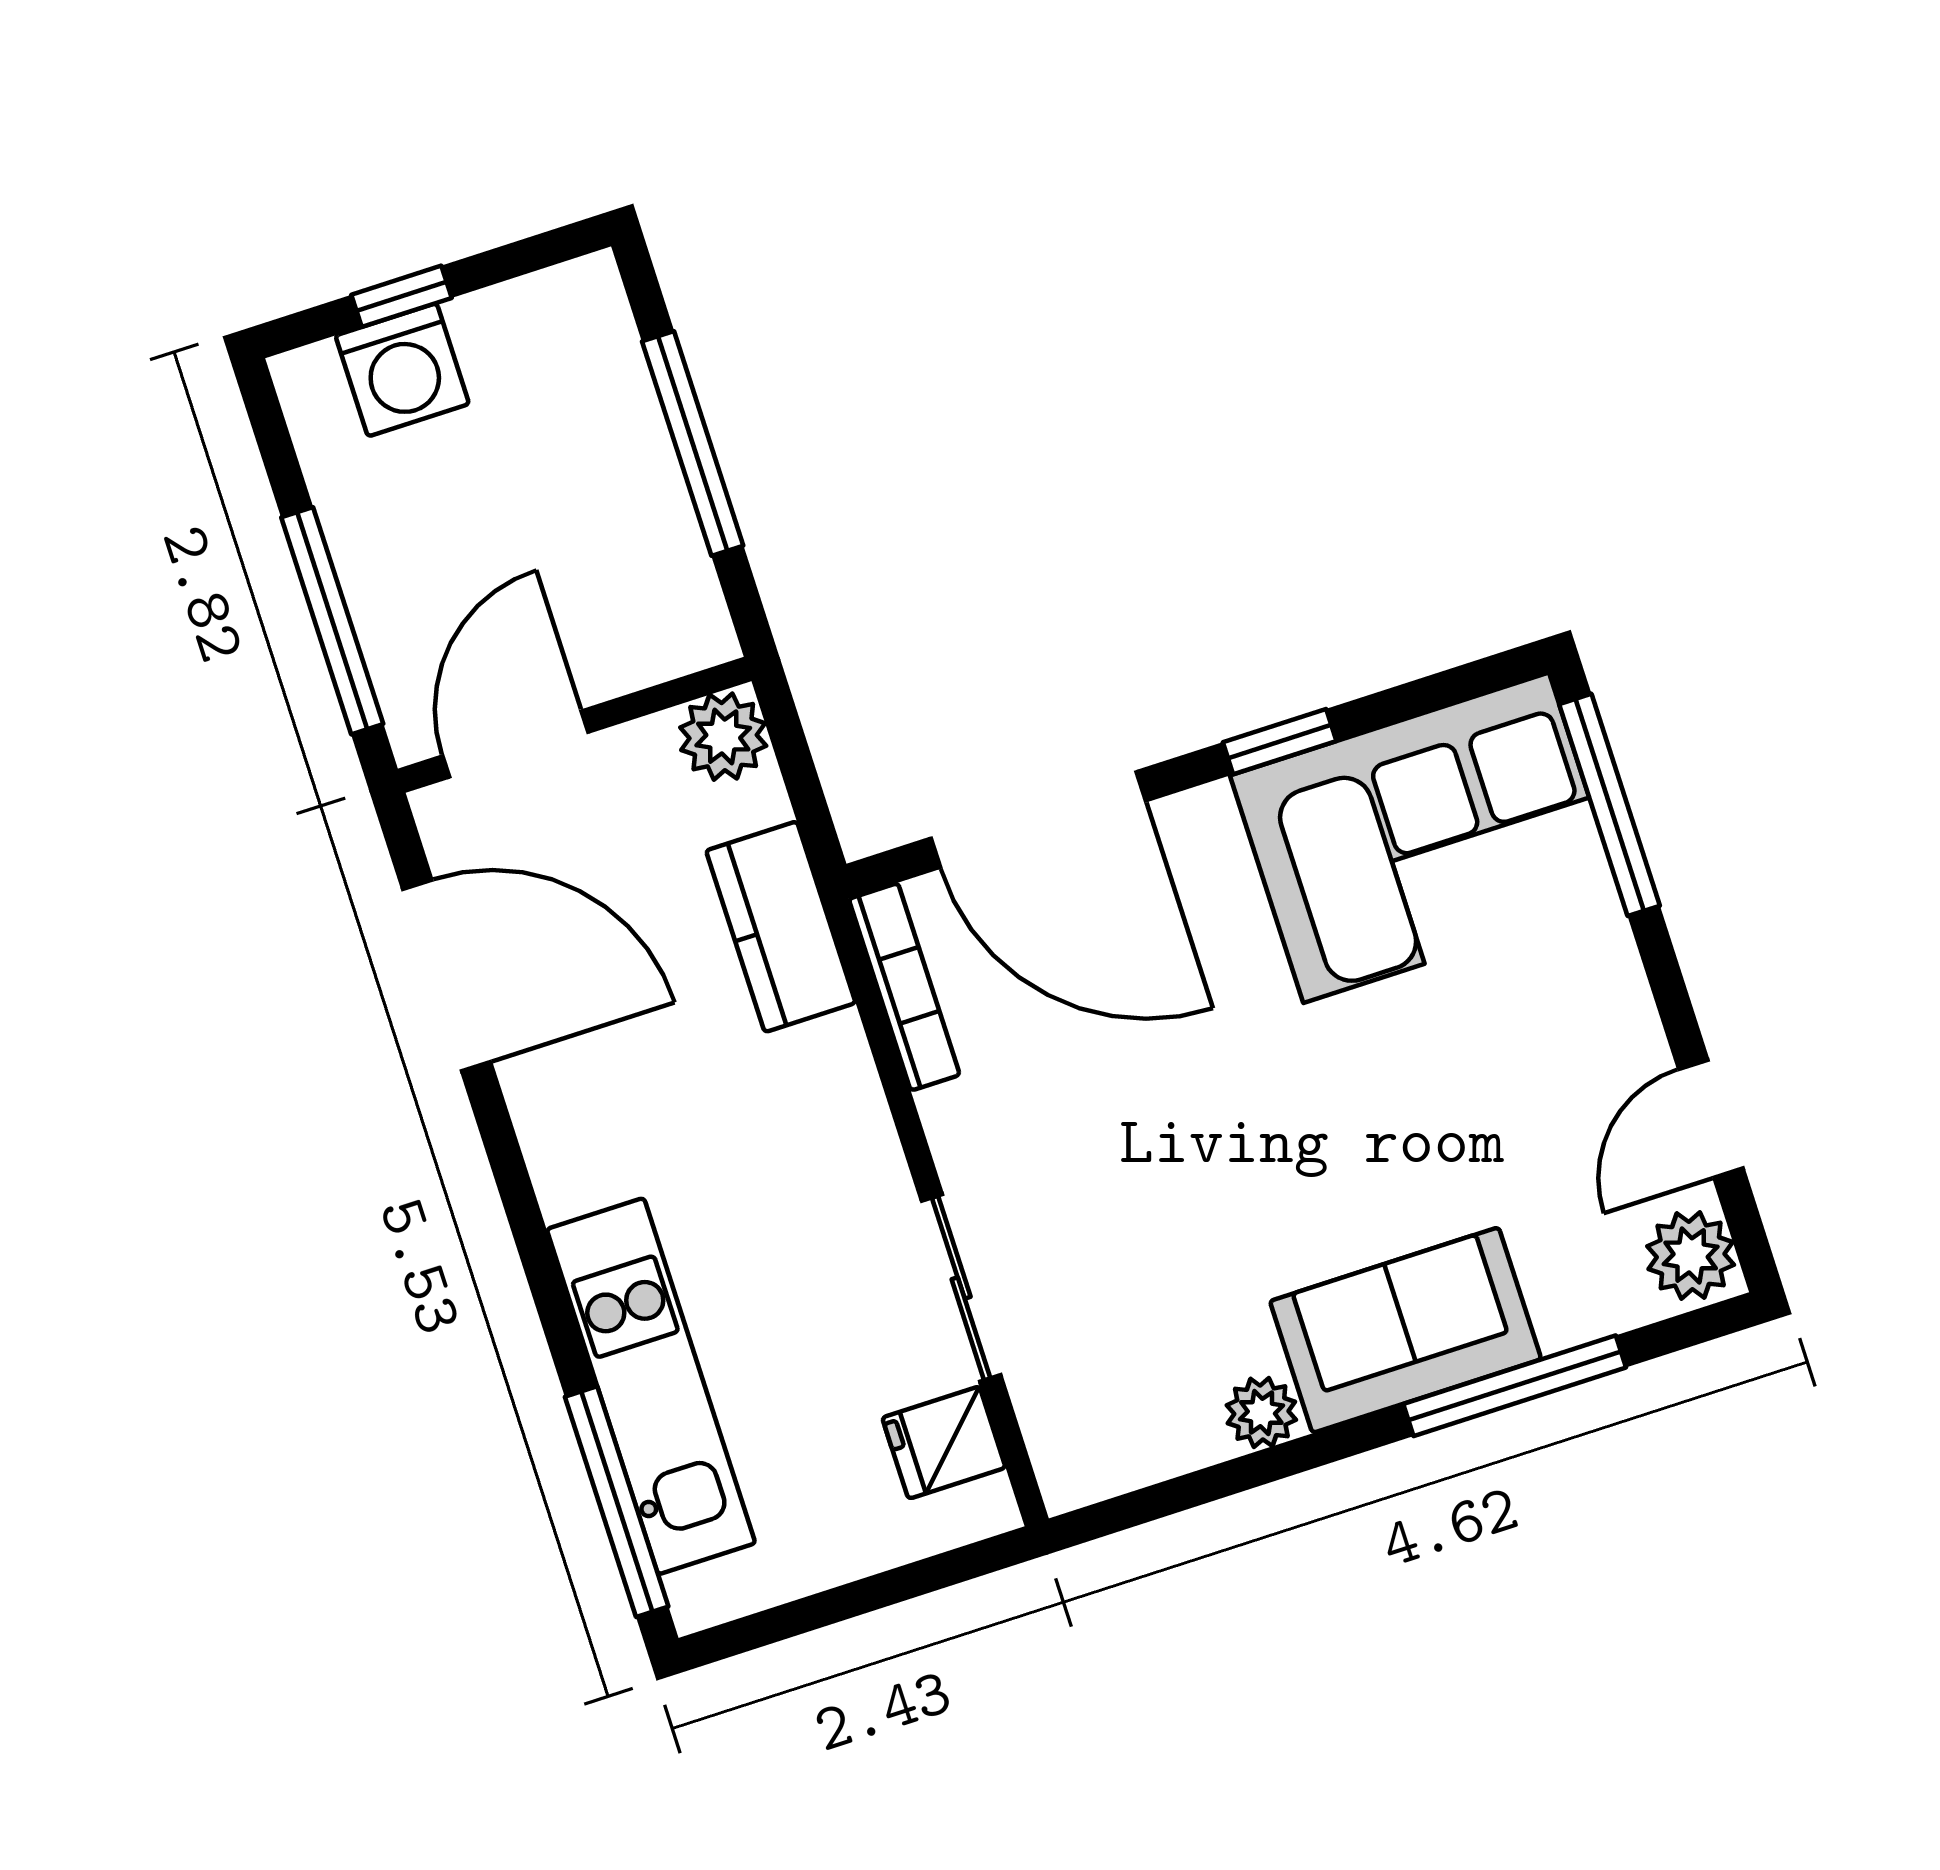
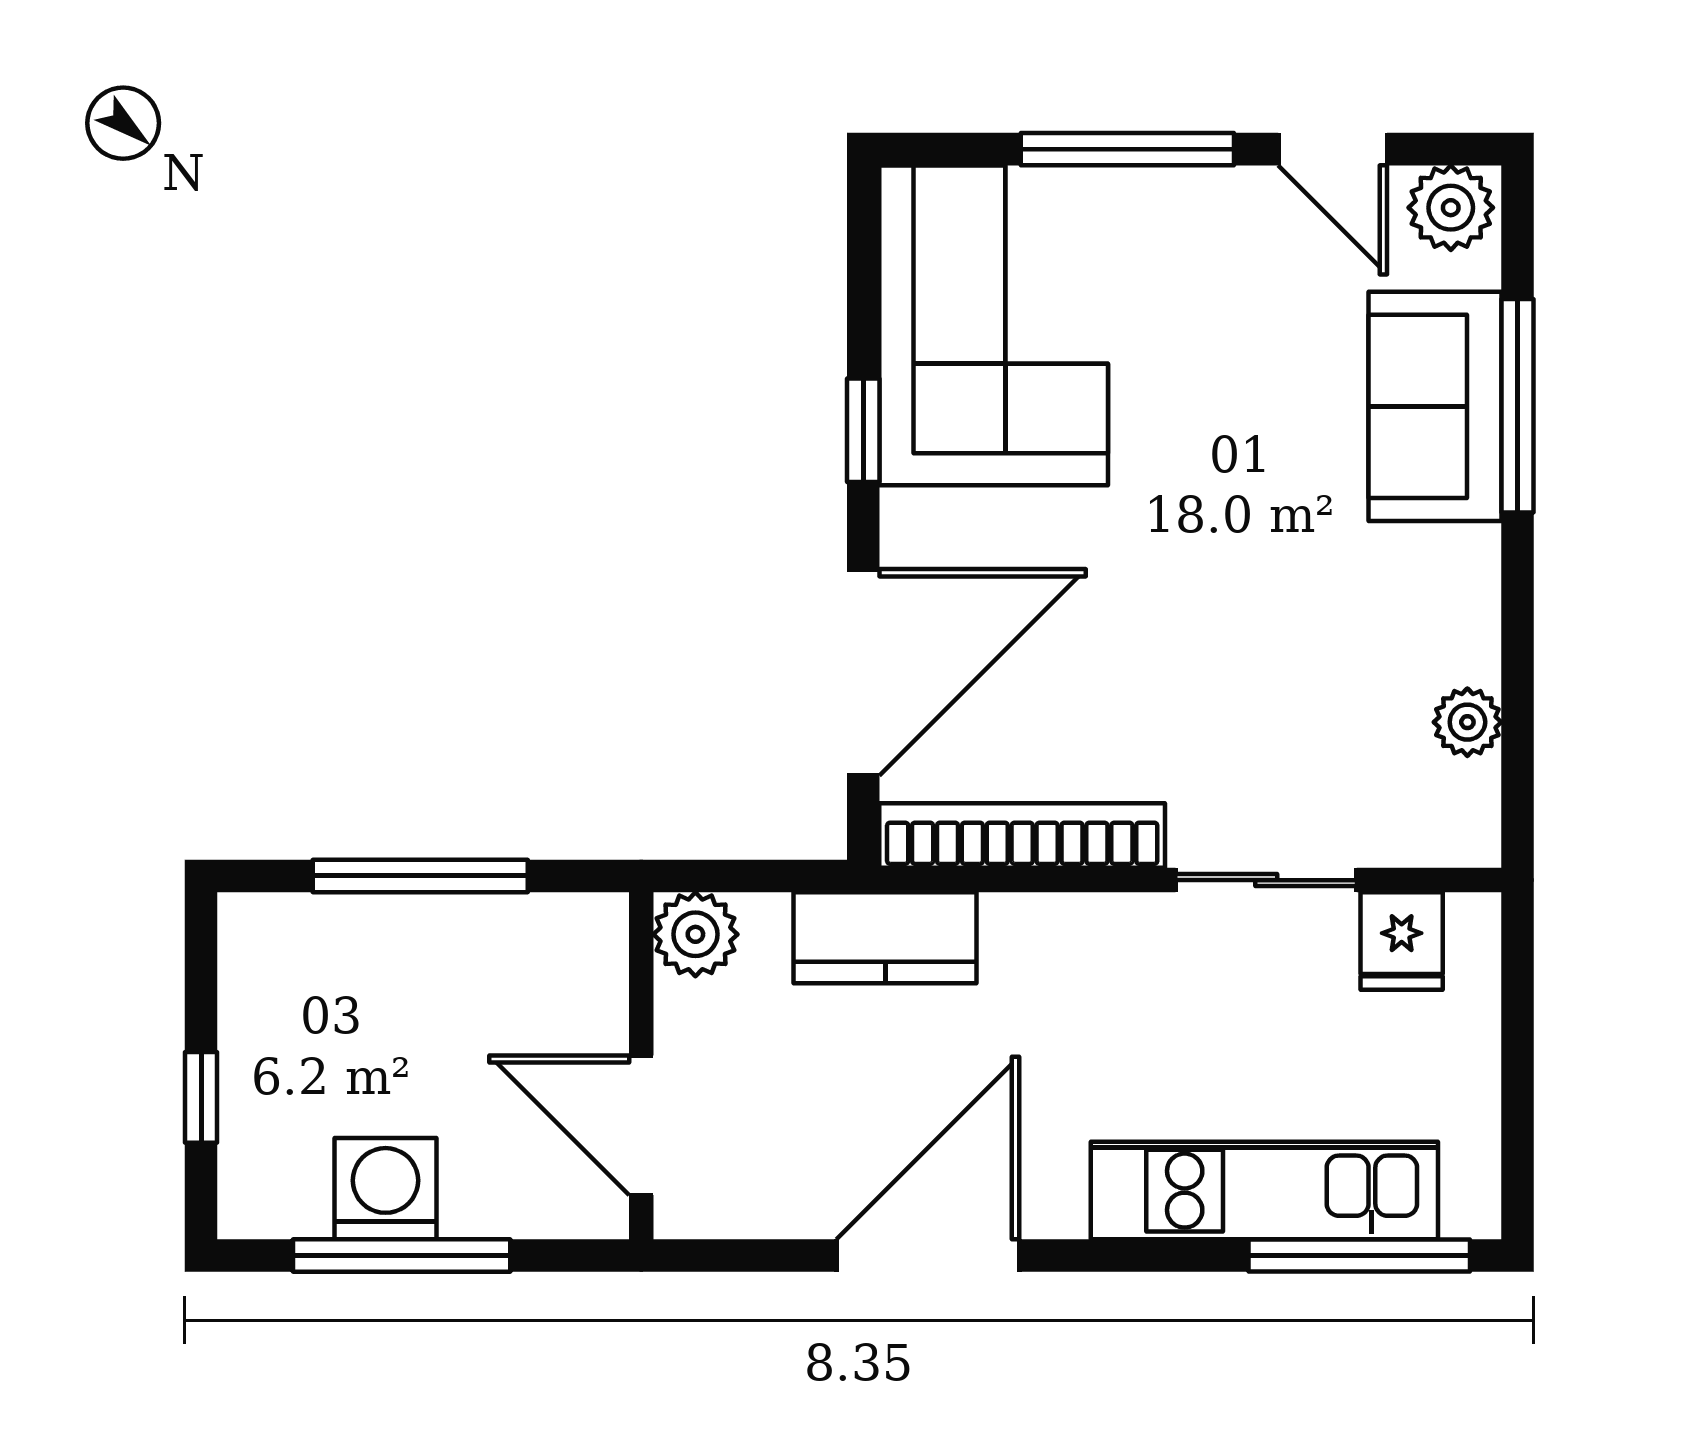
washing machine: (402, 370) -> (386, 1189), moved, turned -90
window: (332, 621) -> (402, 1256), moved
window: (1610, 805) -> (1127, 149), moved
door: (447, 975) -> (928, 1256), moved
bookcase: (904, 987) -> (1022, 836), width x1.48, depth x1.31
sofa: (1406, 1330) -> (1435, 406), moved
plant: (1261, 1412) -> (1467, 722), moved

